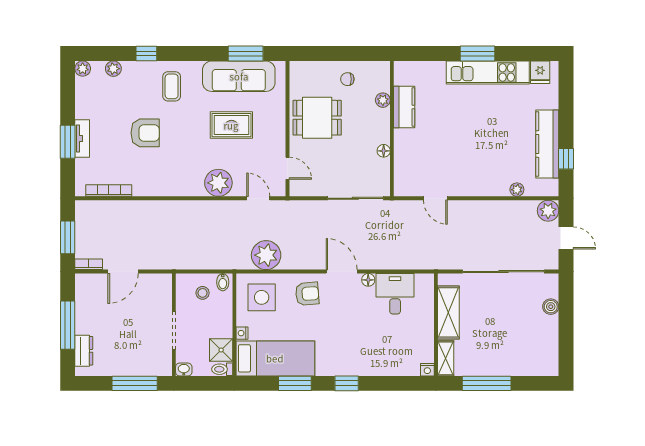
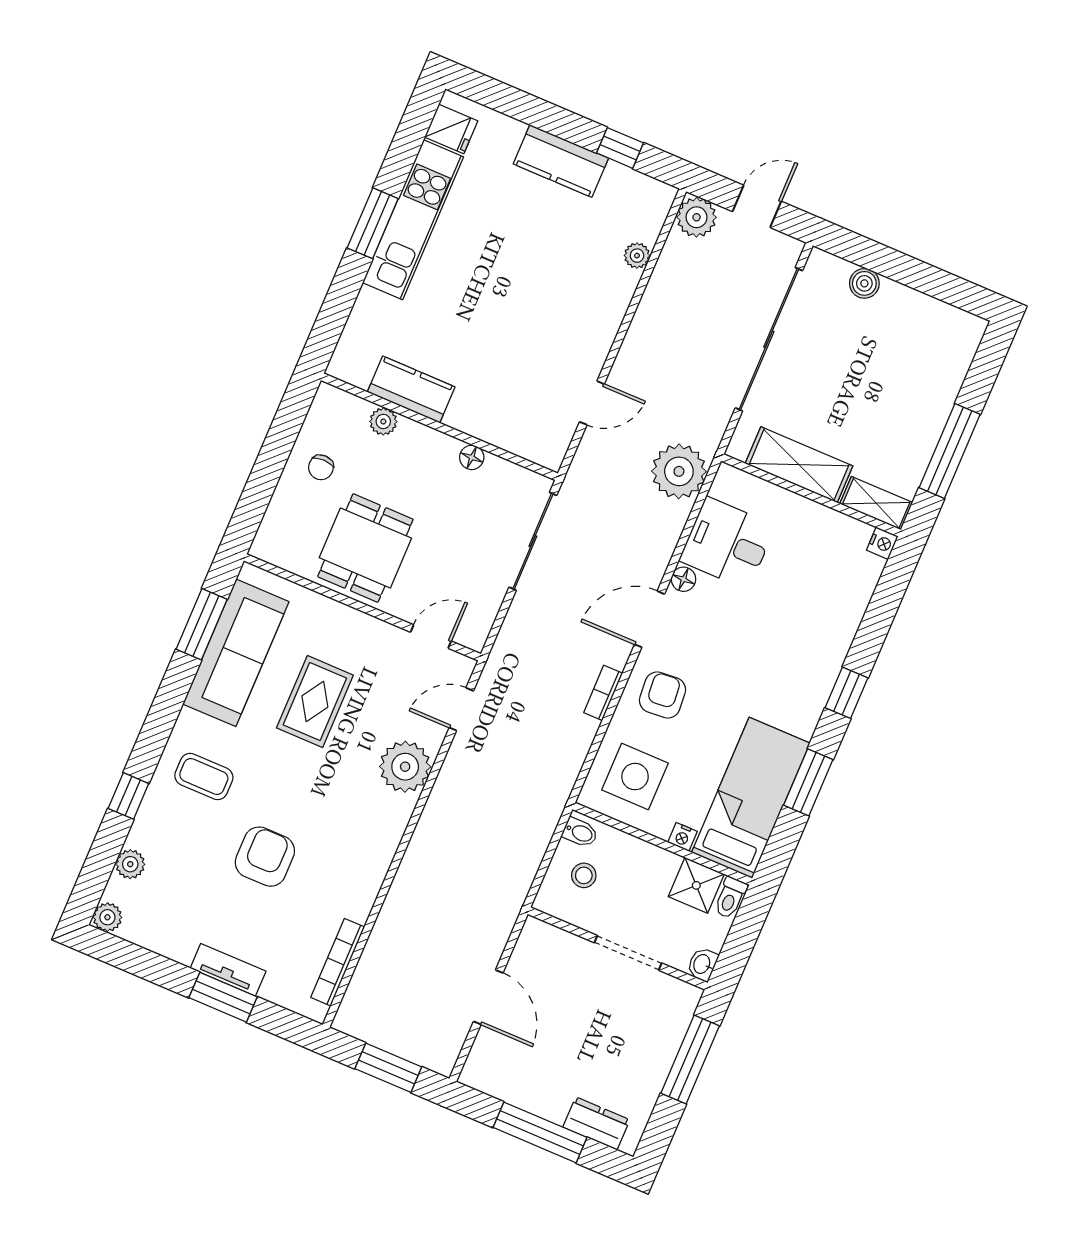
kitchen counter: (547, 144) -> (561, 161), width x0.67
plant: (266, 255) -> (679, 471), moved
bookcase: (89, 264) -> (603, 693), moved

